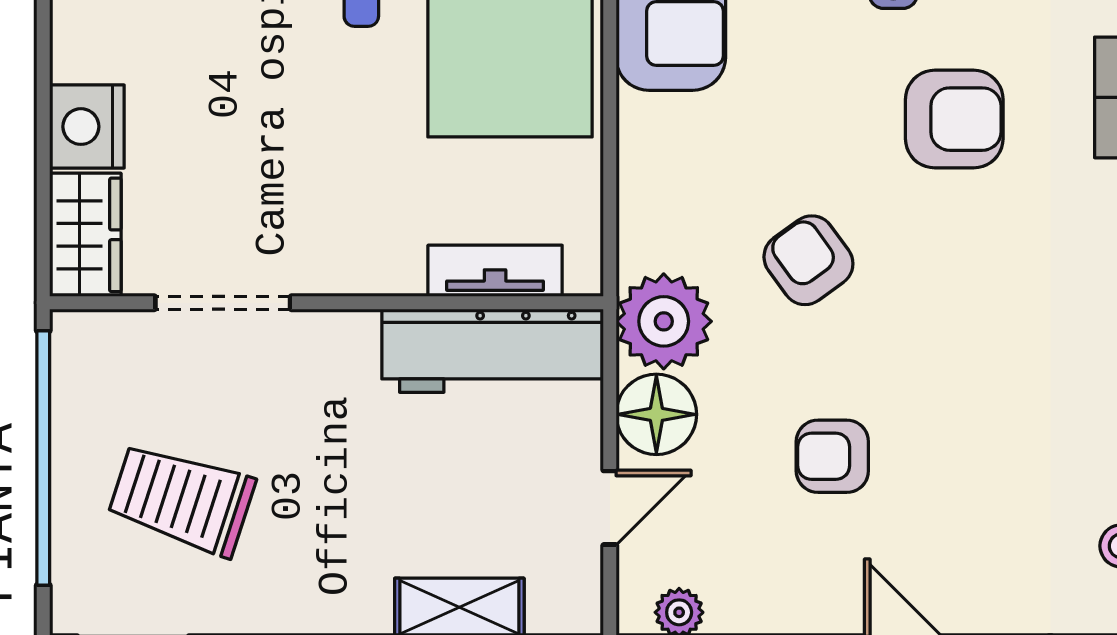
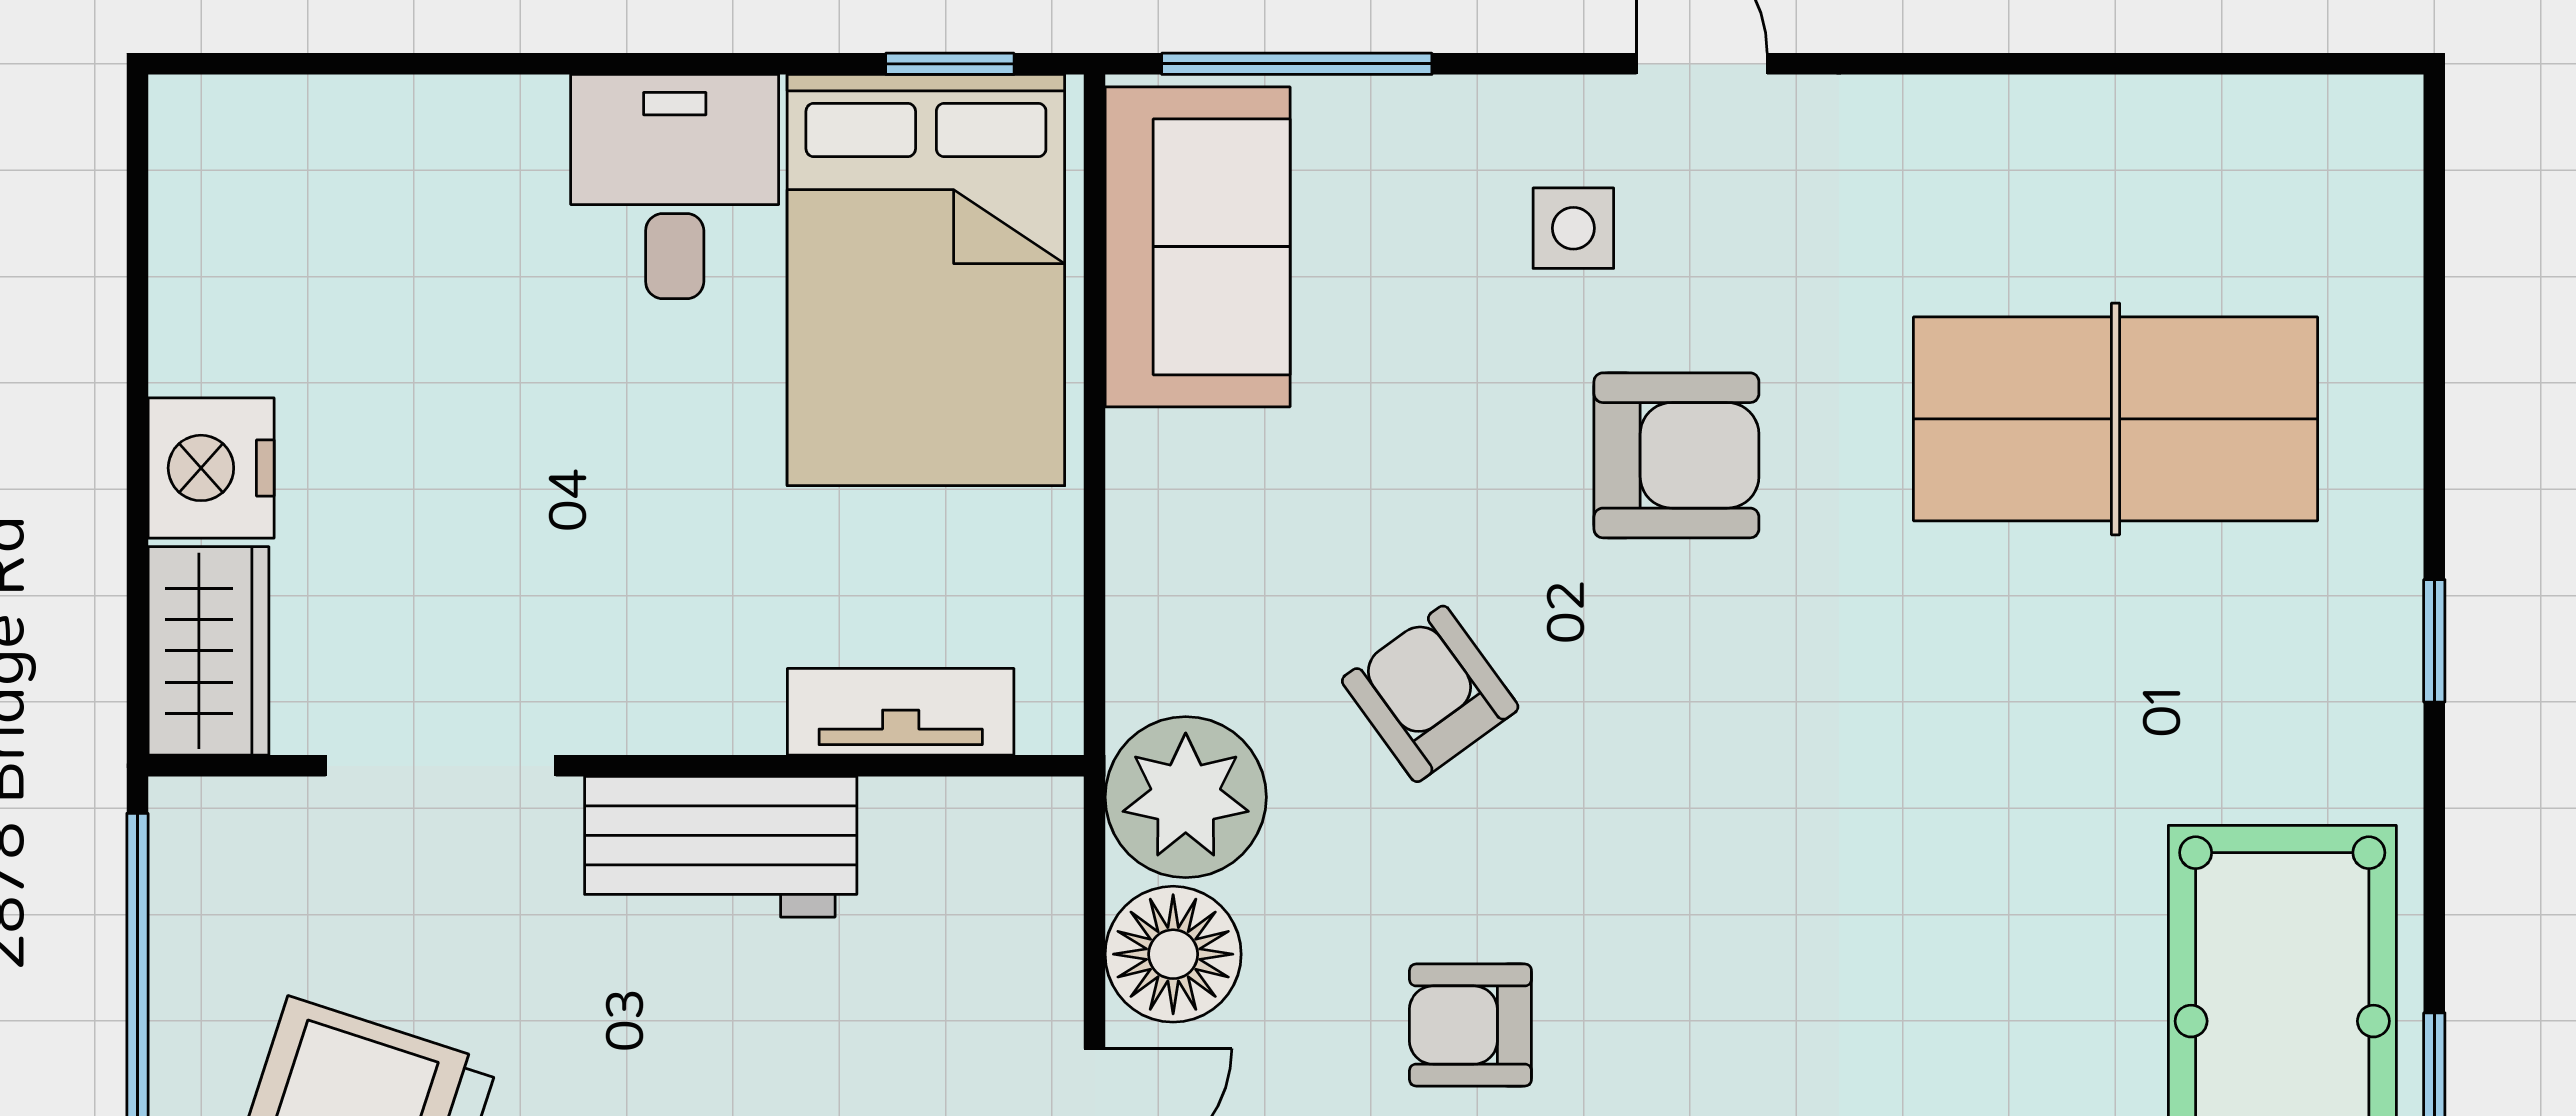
workbench: (493, 351) -> (721, 847), moved, width x0.73

